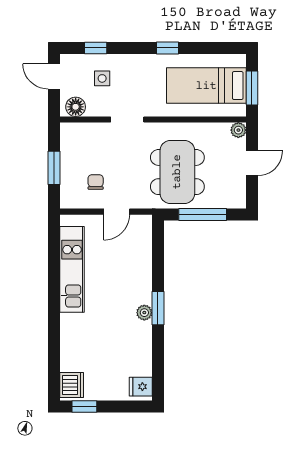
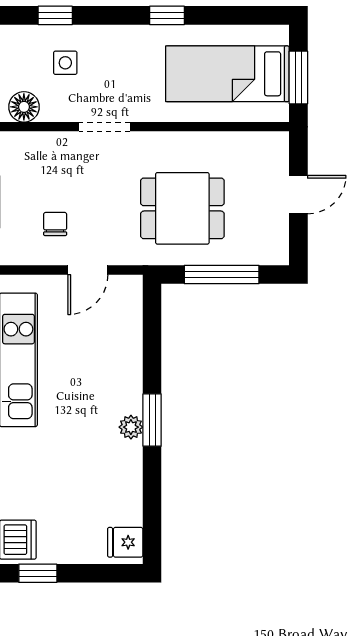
plant: (238, 130) -> (277, 143), removed
dining table: (177, 172) -> (182, 208), width x0.73

